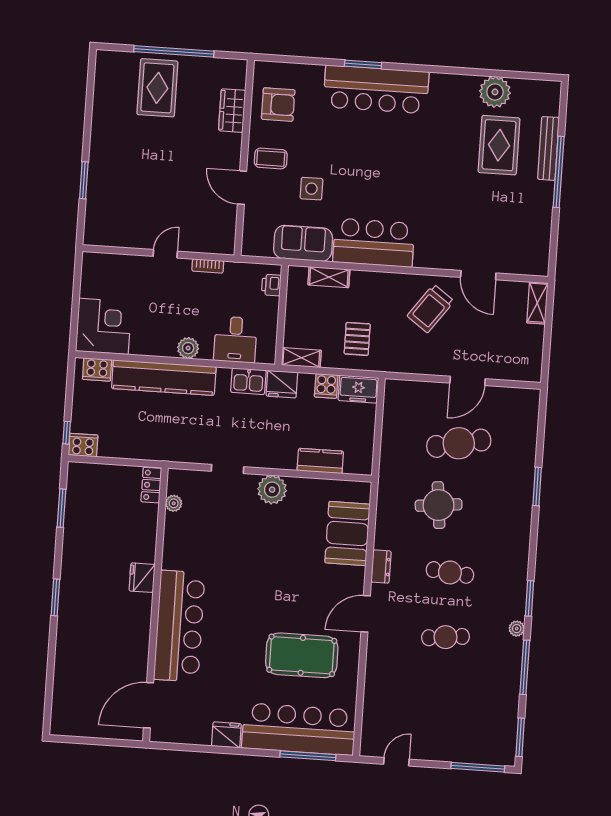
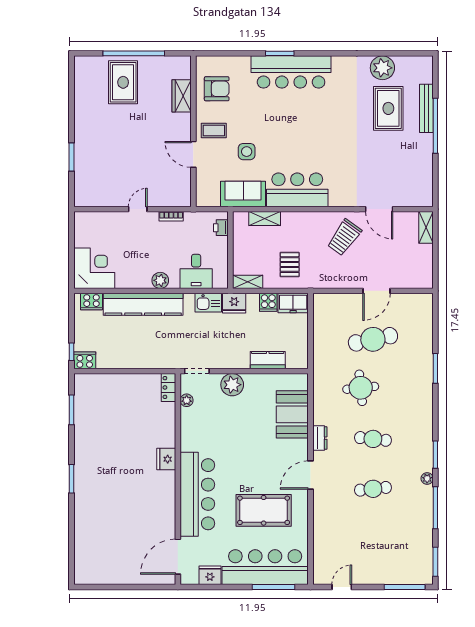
locker: (151, 485) -> (168, 387), moved
plant: (174, 503) -> (187, 400), moved
fridge: (142, 578) -> (166, 459), moved
wall: (155, 605) -> (178, 479), moved
bar counter: (179, 626) -> (197, 494), moved
door: (149, 705) -> (178, 557), moved

